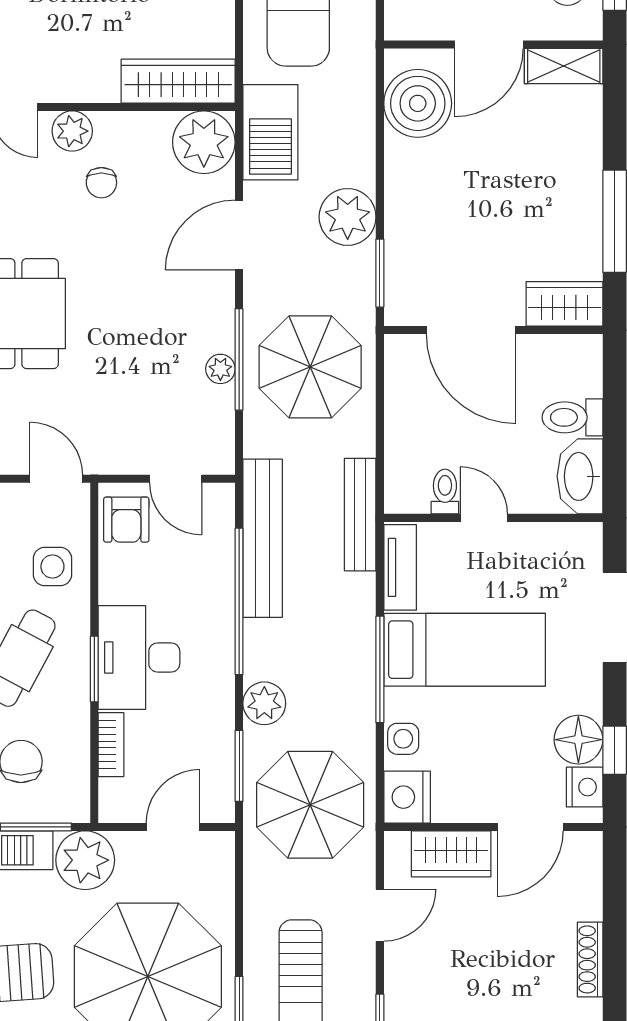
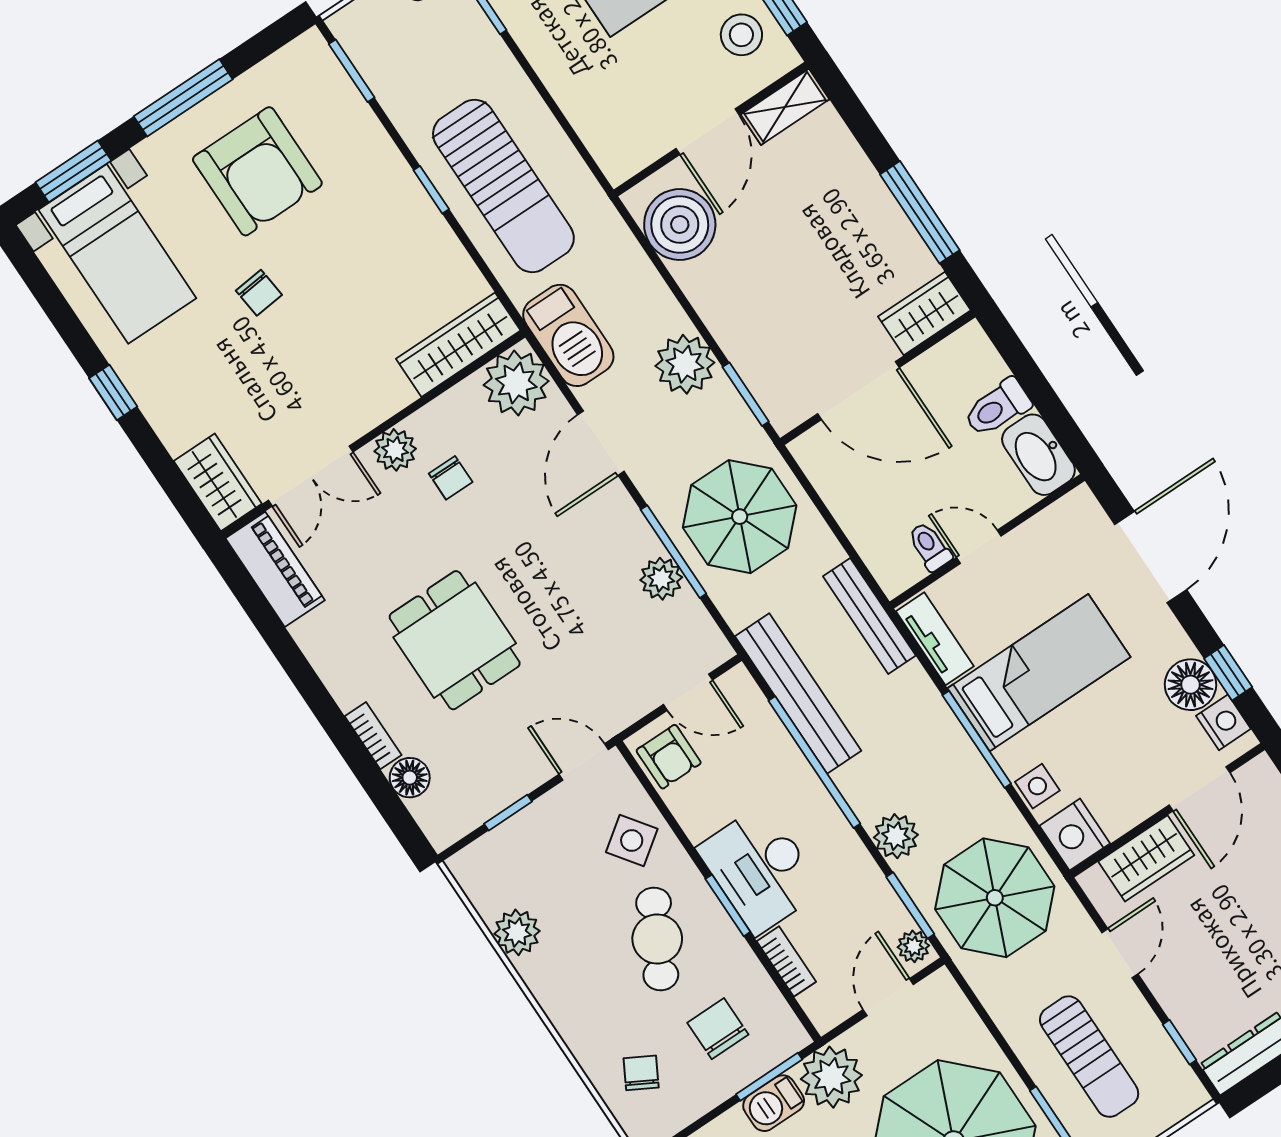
plant: (220, 369) -> (661, 579), width x1.38, depth x1.38
side table: (52, 567) -> (632, 841), turned -36
plant: (220, 800) -> (913, 946), added

